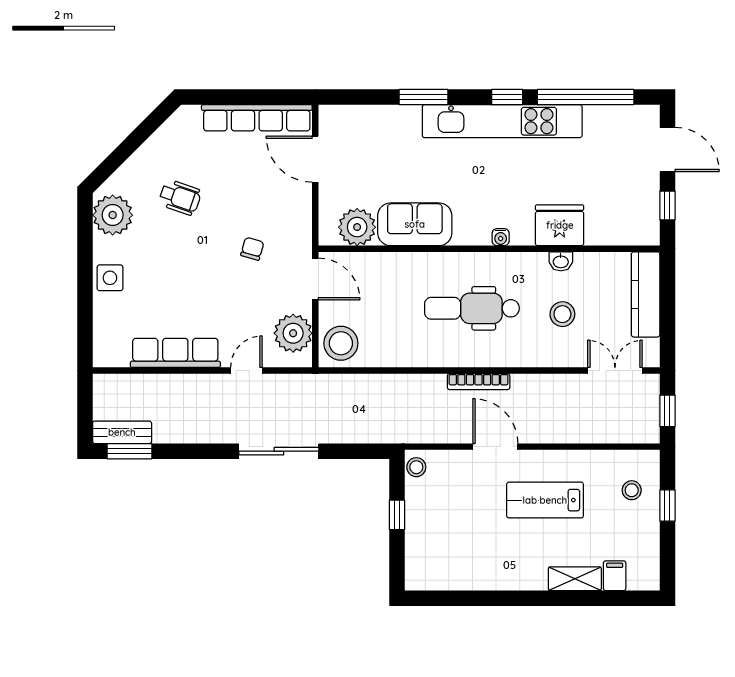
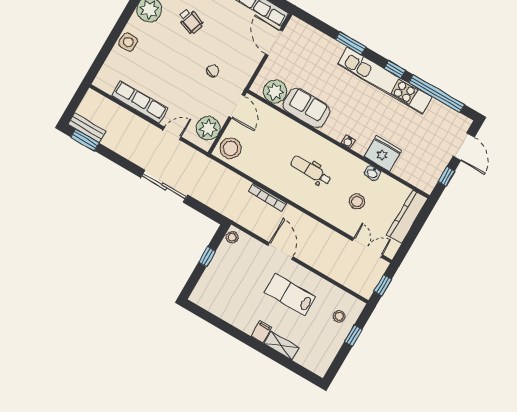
dental chair: (472, 308) -> (311, 170), width x0.73, depth x0.72
bookcase: (479, 382) -> (268, 197), moved
filing cabinet: (615, 576) -> (261, 332), moved

